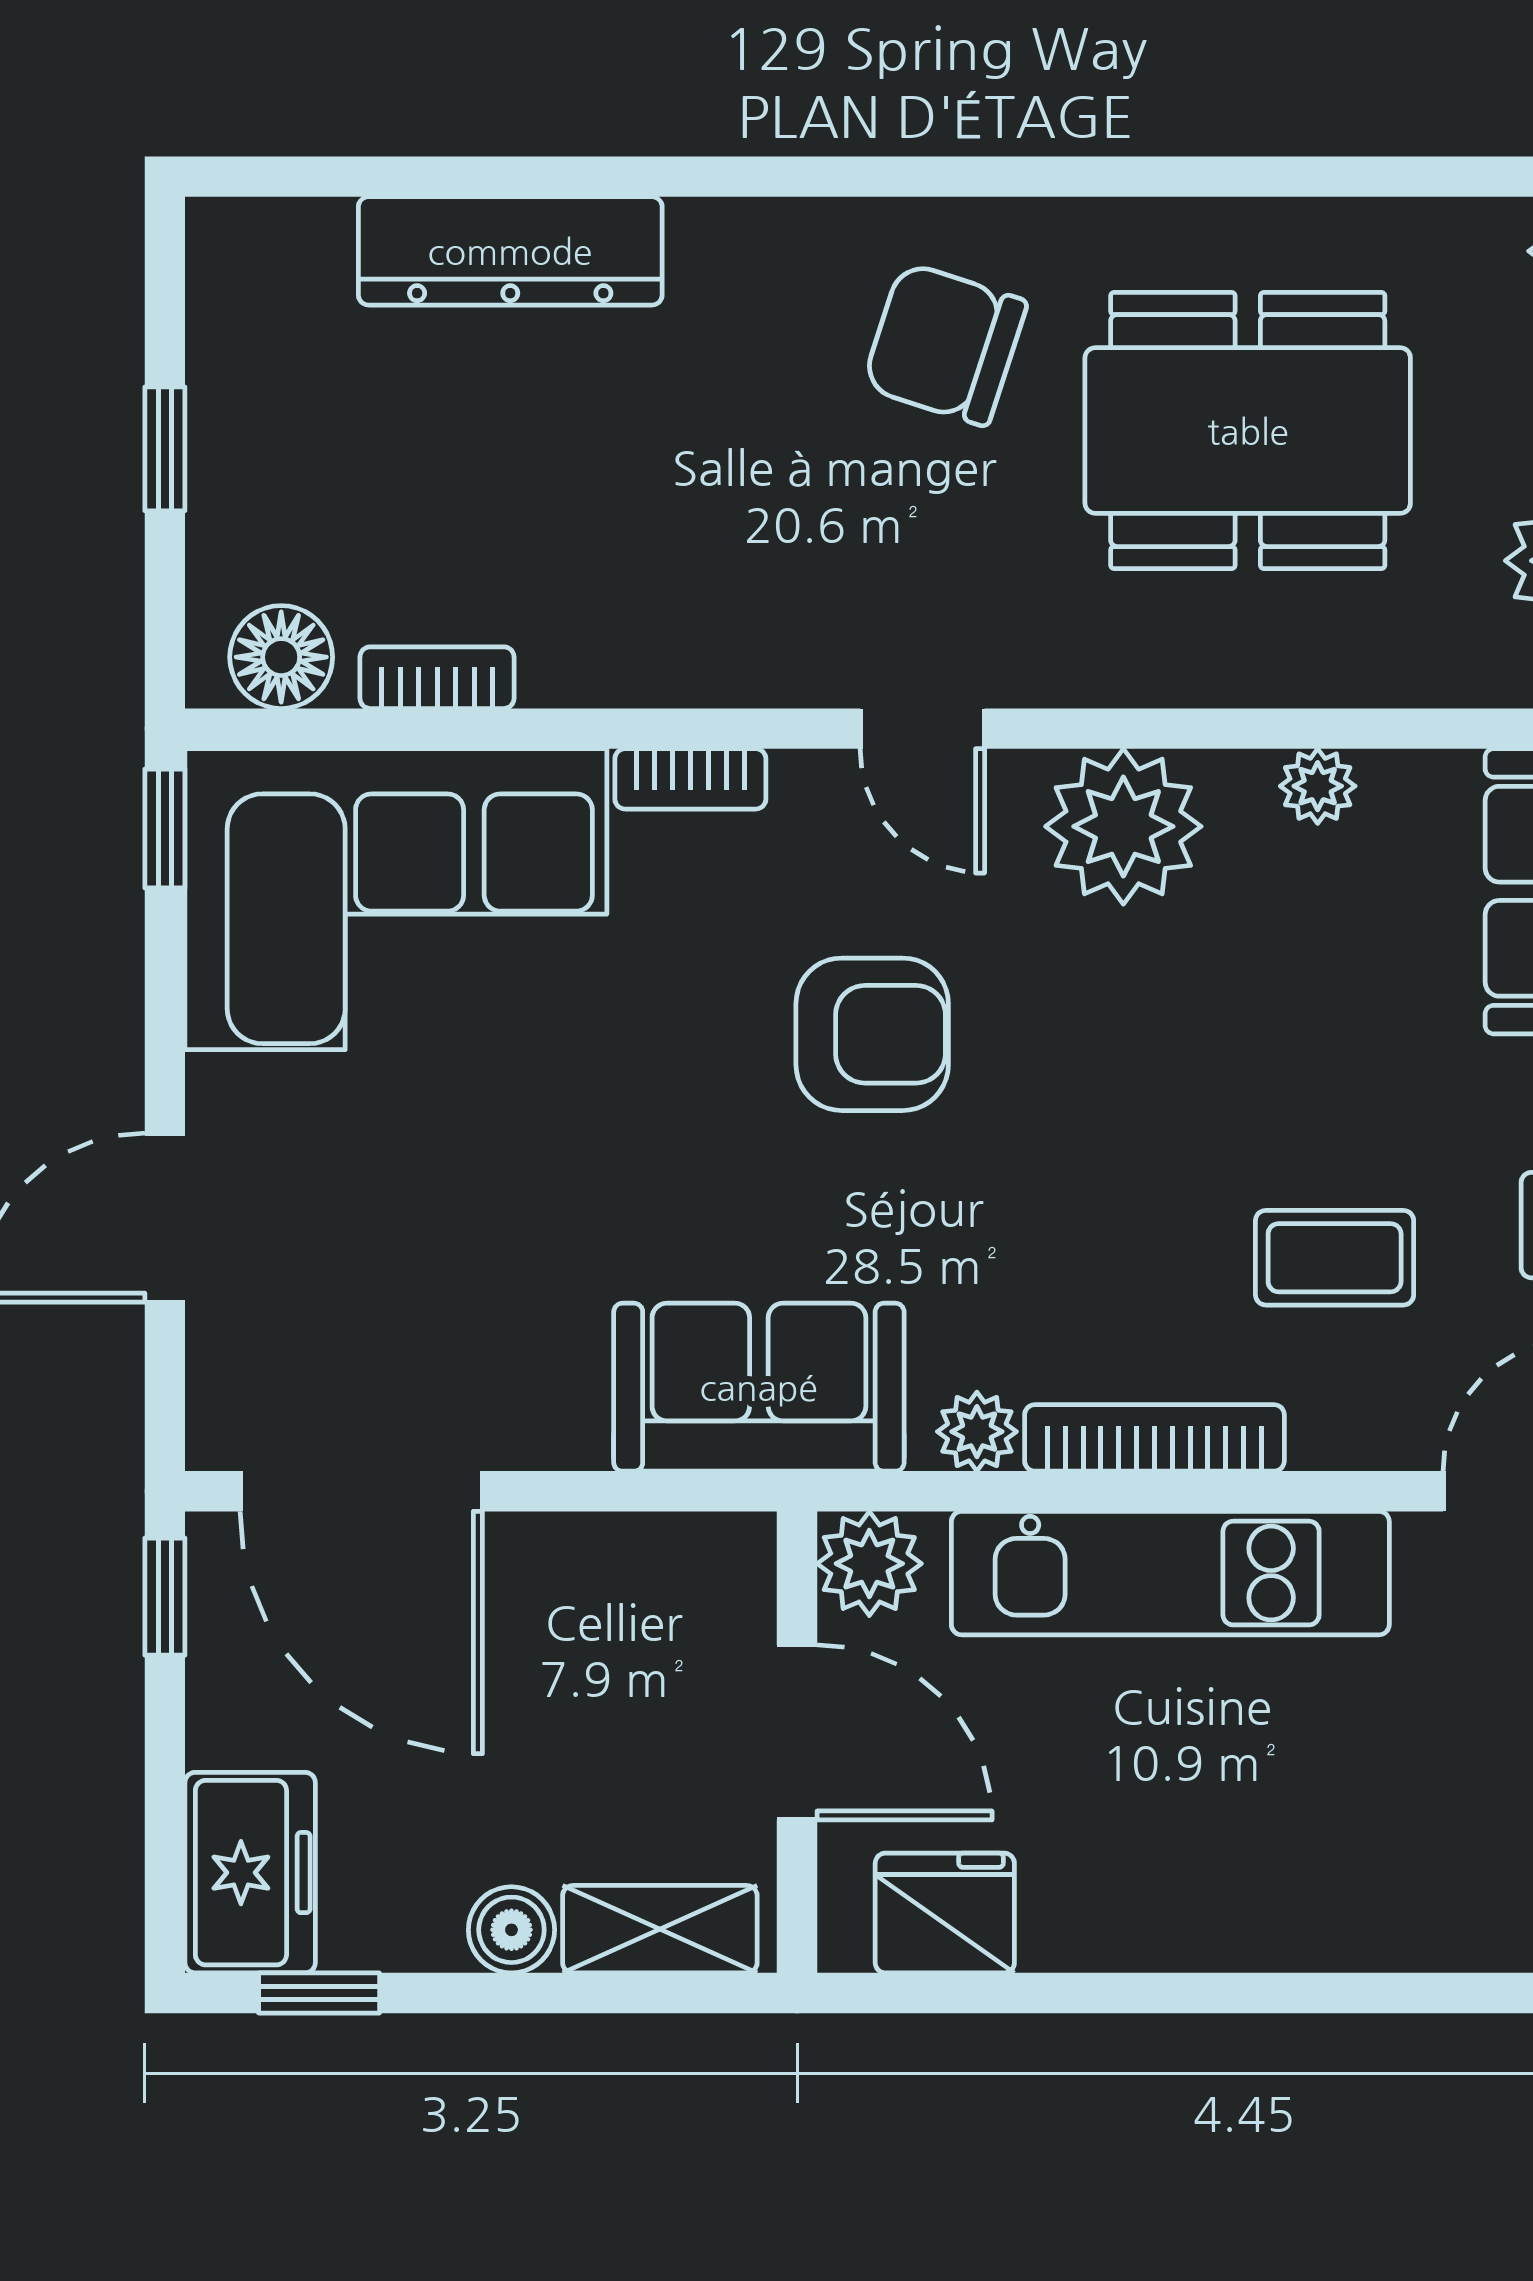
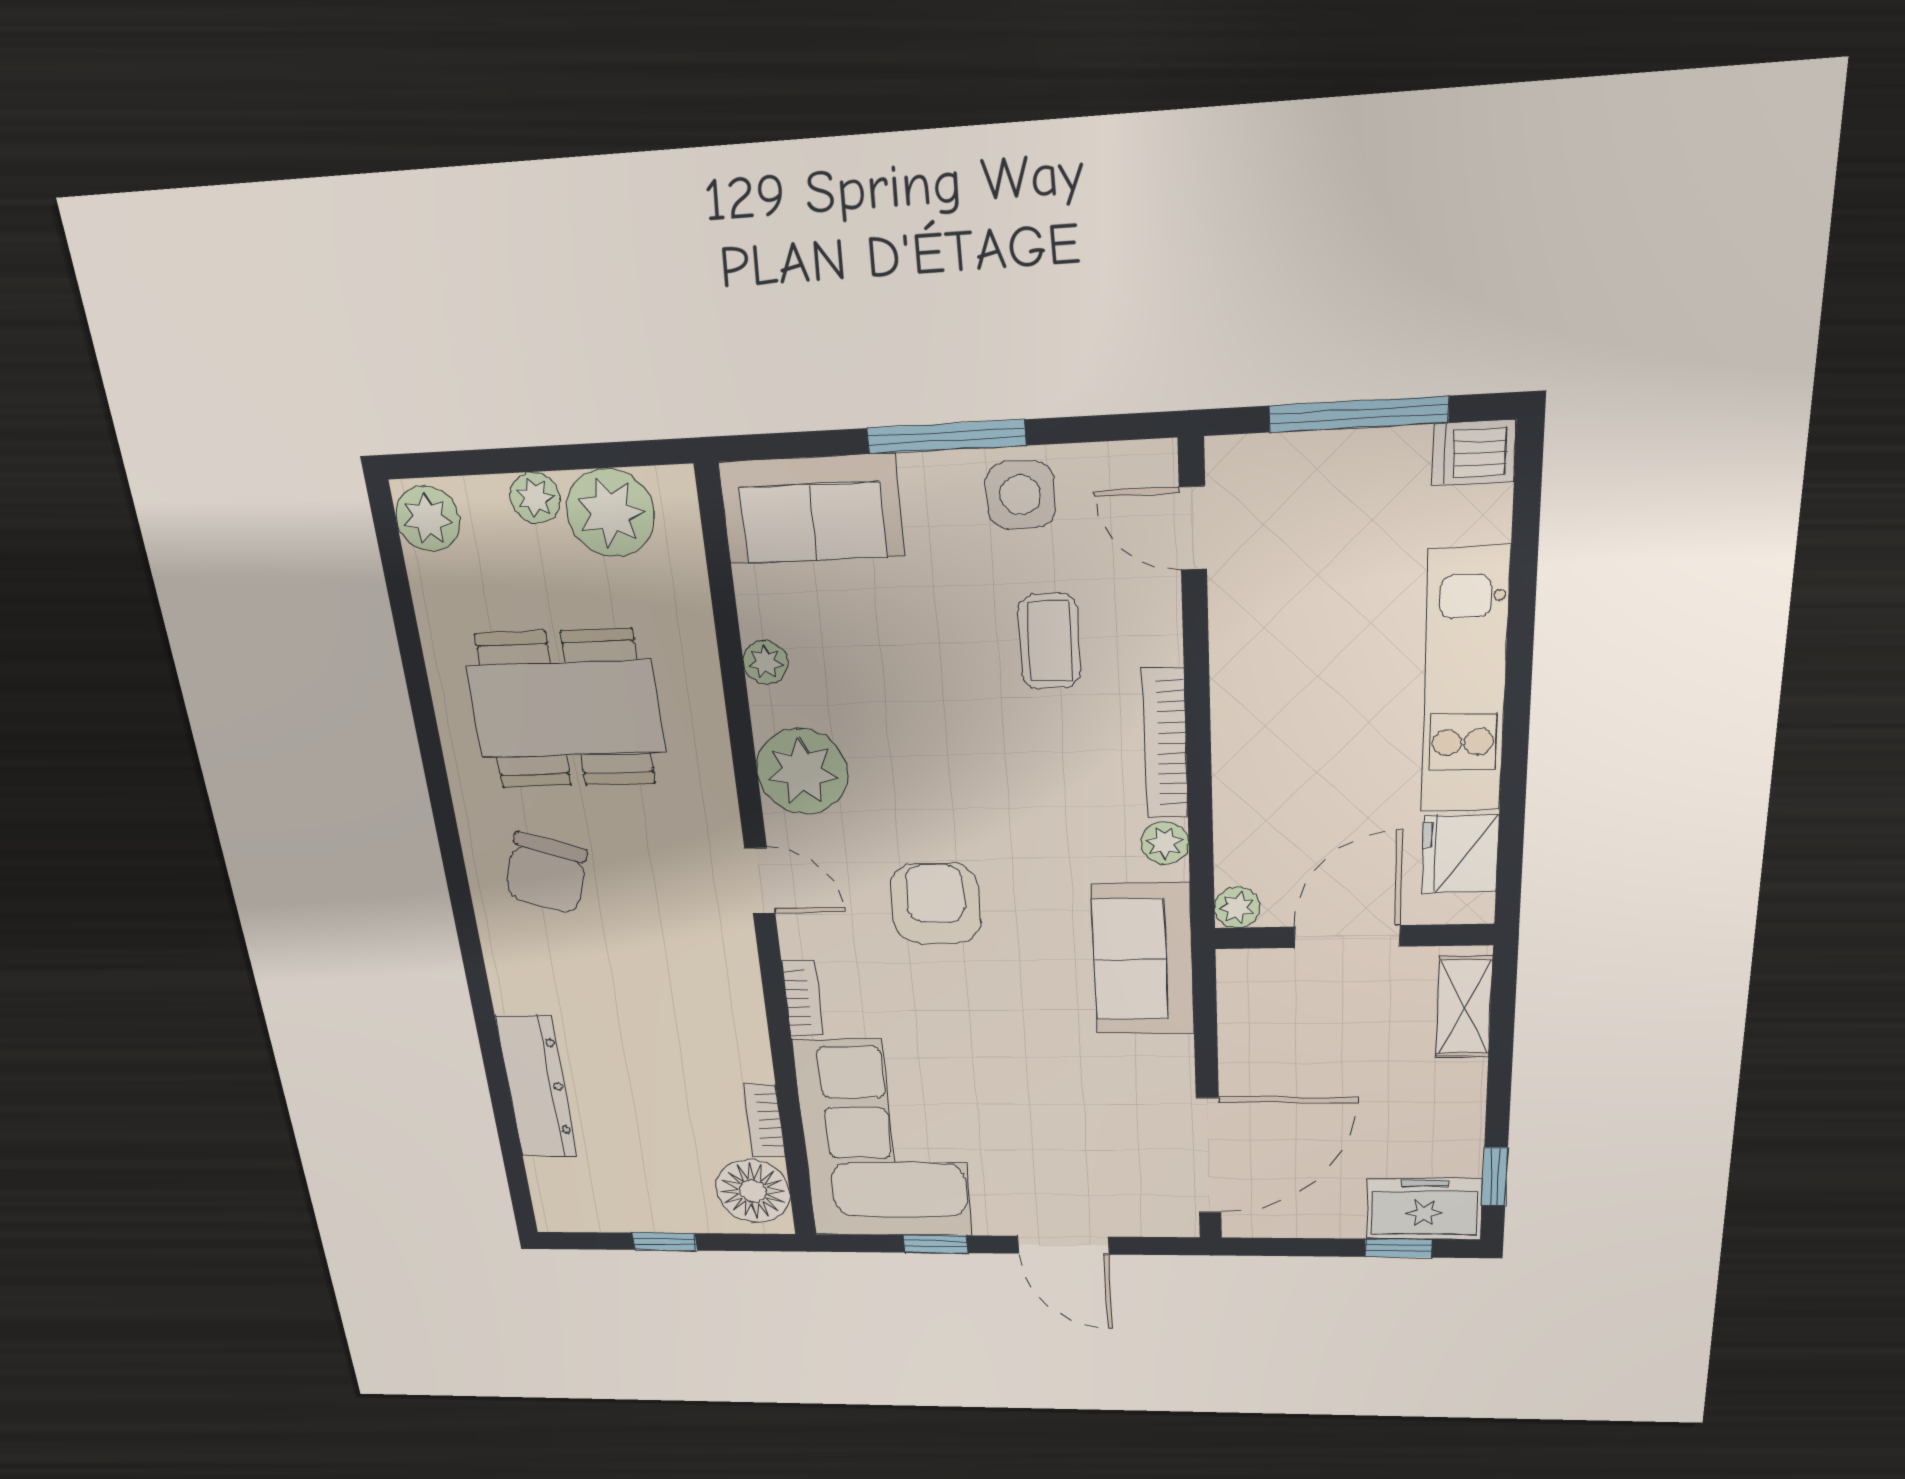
dining table: (1248, 431) -> (566, 709), turned 90
floor lamp: (281, 657) -> (753, 1191), width x1.38, depth x1.38
door: (922, 729) -> (760, 881), hinge flipped
window: (165, 828) -> (936, 1244), moved
plant: (869, 1564) -> (1237, 907), width x0.73, depth x0.73
kitchen unit: (1170, 1573) -> (1465, 682), moved, turned 180
window: (165, 1597) -> (1398, 1248), moved
boiler: (511, 1930) -> (1462, 1083), removed

